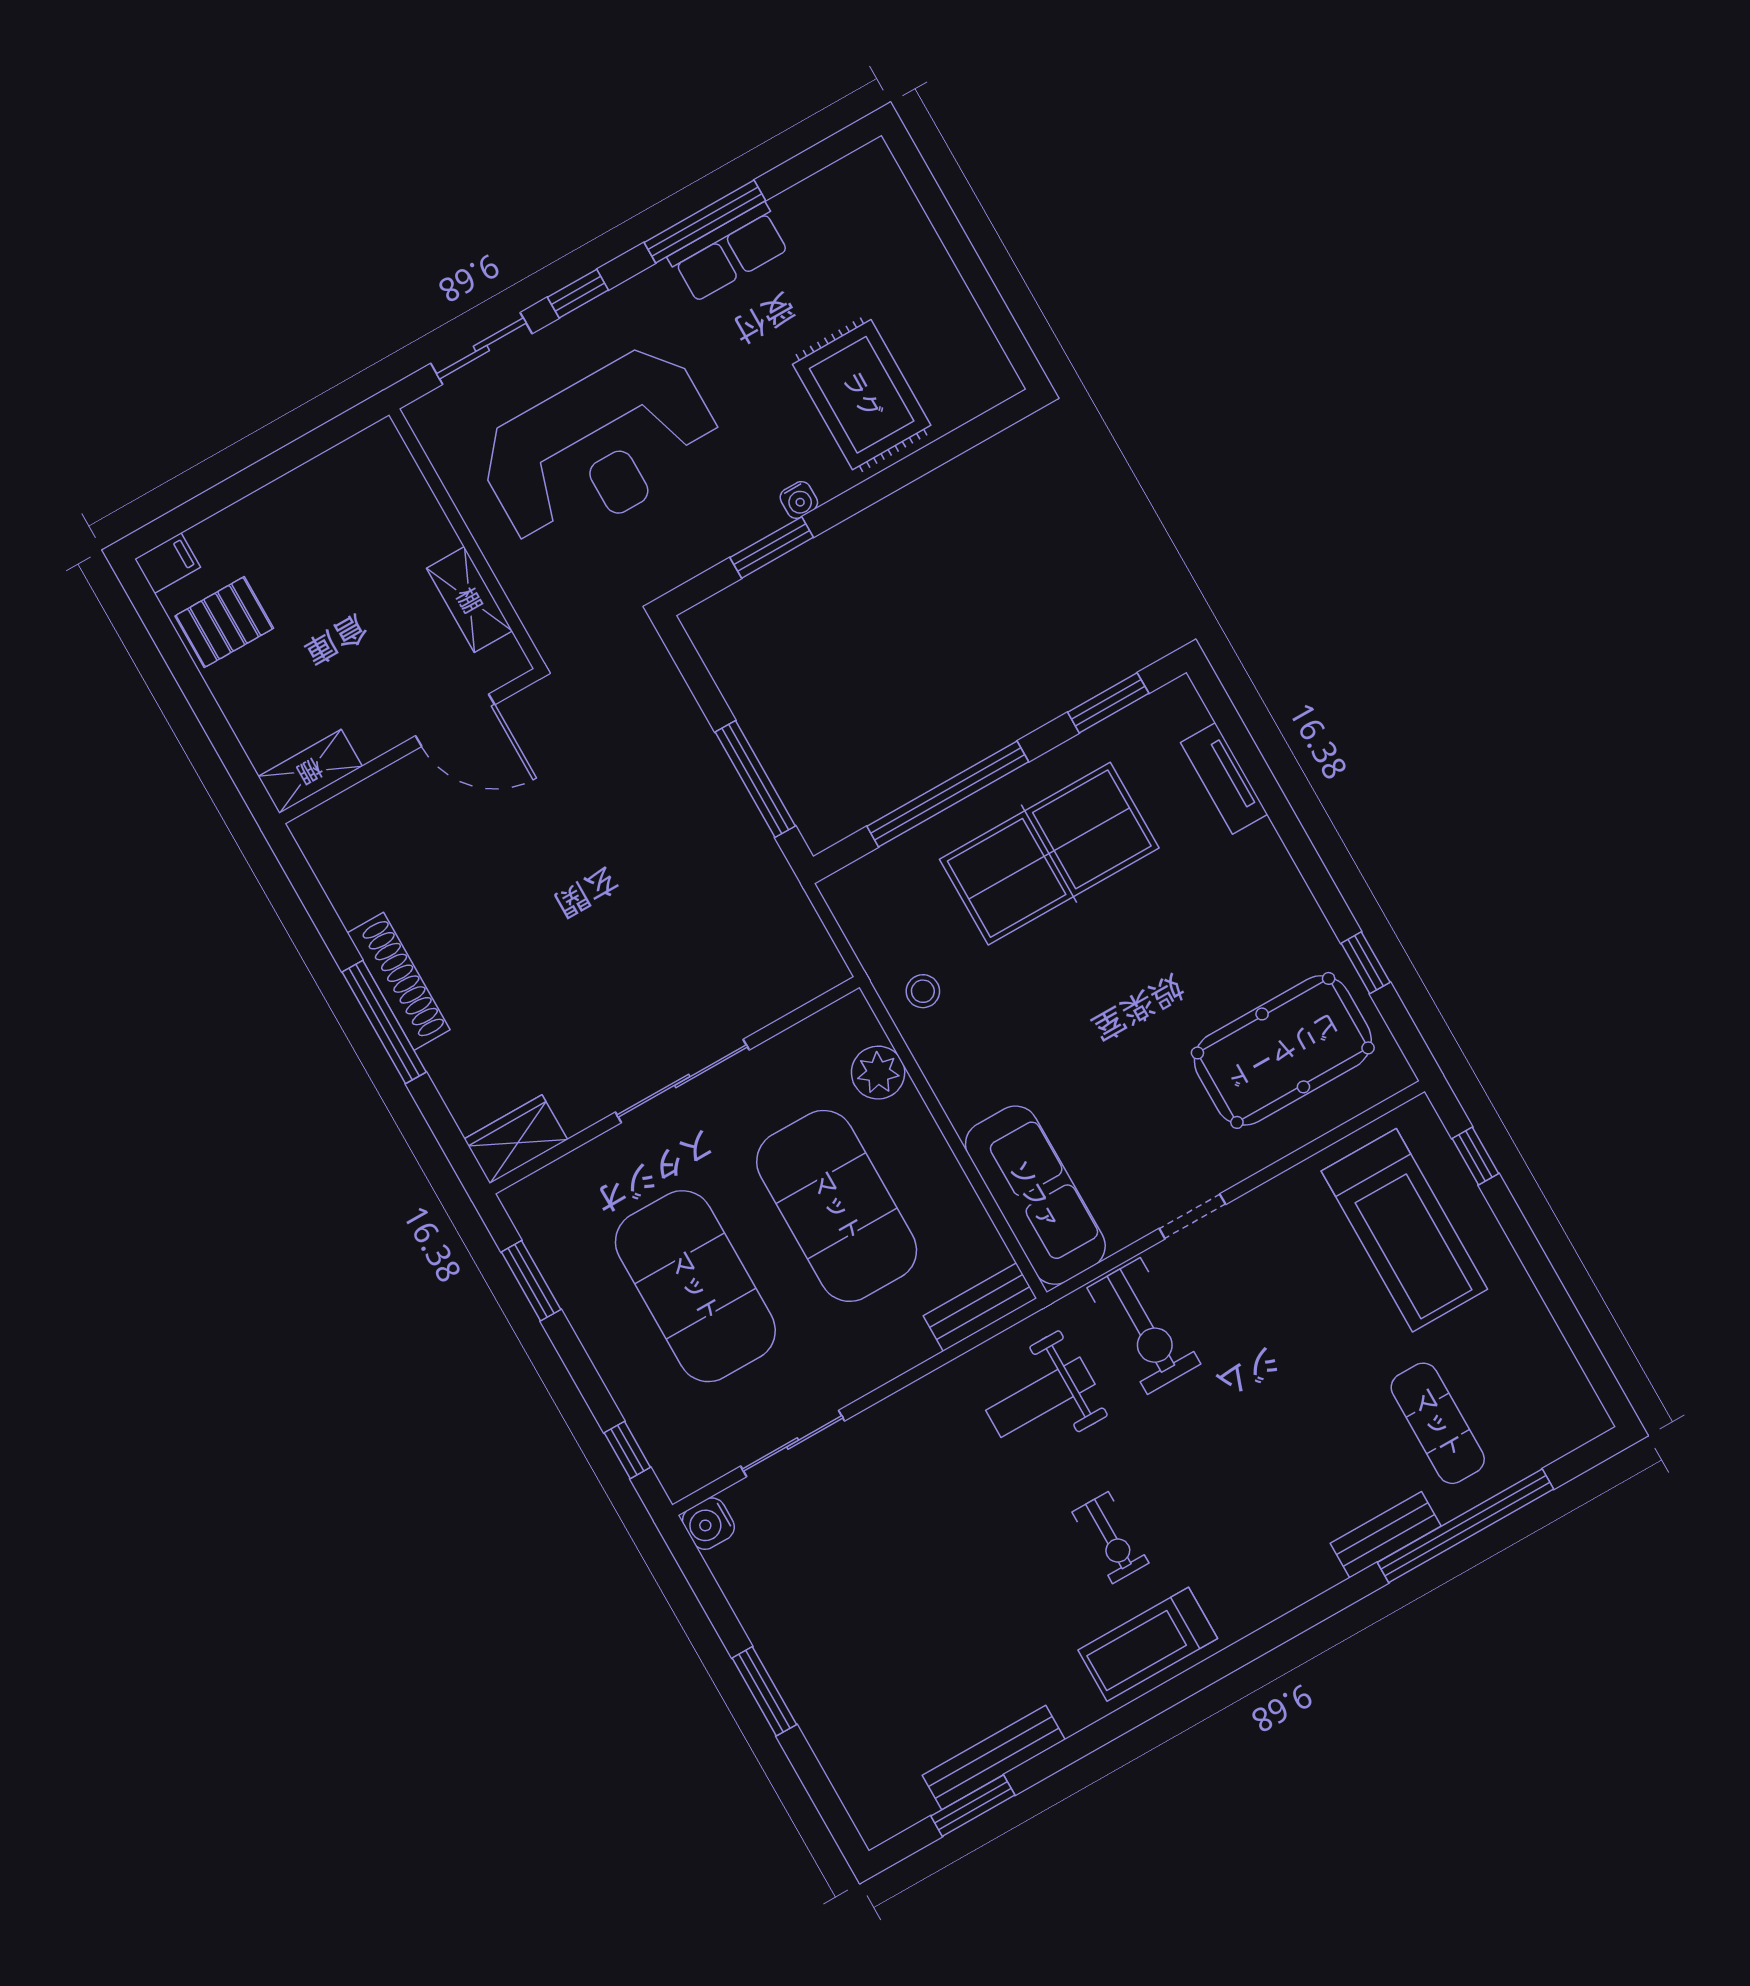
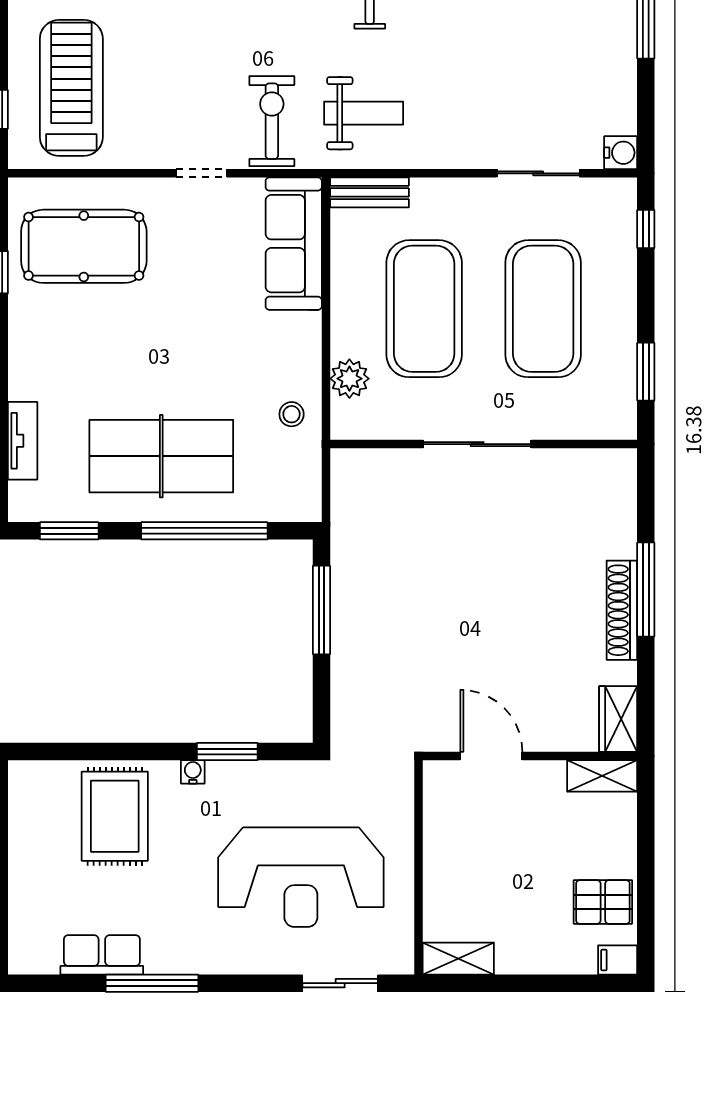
row of seats: (729, 252) -> (102, 955), moved
window: (578, 294) -> (259, 983), removed
reception desk: (599, 448) -> (301, 877), turned 180
shelving: (469, 600) -> (458, 959), moved, turned 90
wardrobe: (516, 1139) -> (618, 719), moved, turned 90

